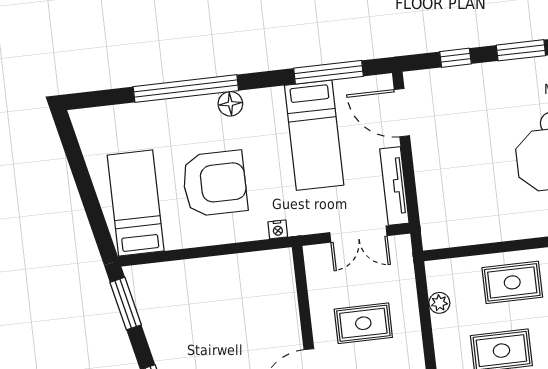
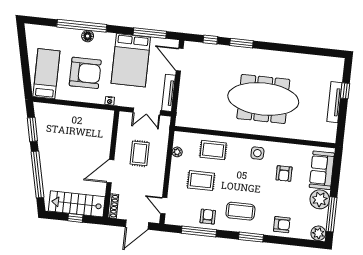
floor lamp: (230, 104) -> (88, 36), moved
bed: (314, 135) -> (131, 60), width x1.50
window: (126, 304) -> (32, 129), moved
rug: (363, 323) -> (140, 153), turned 90

